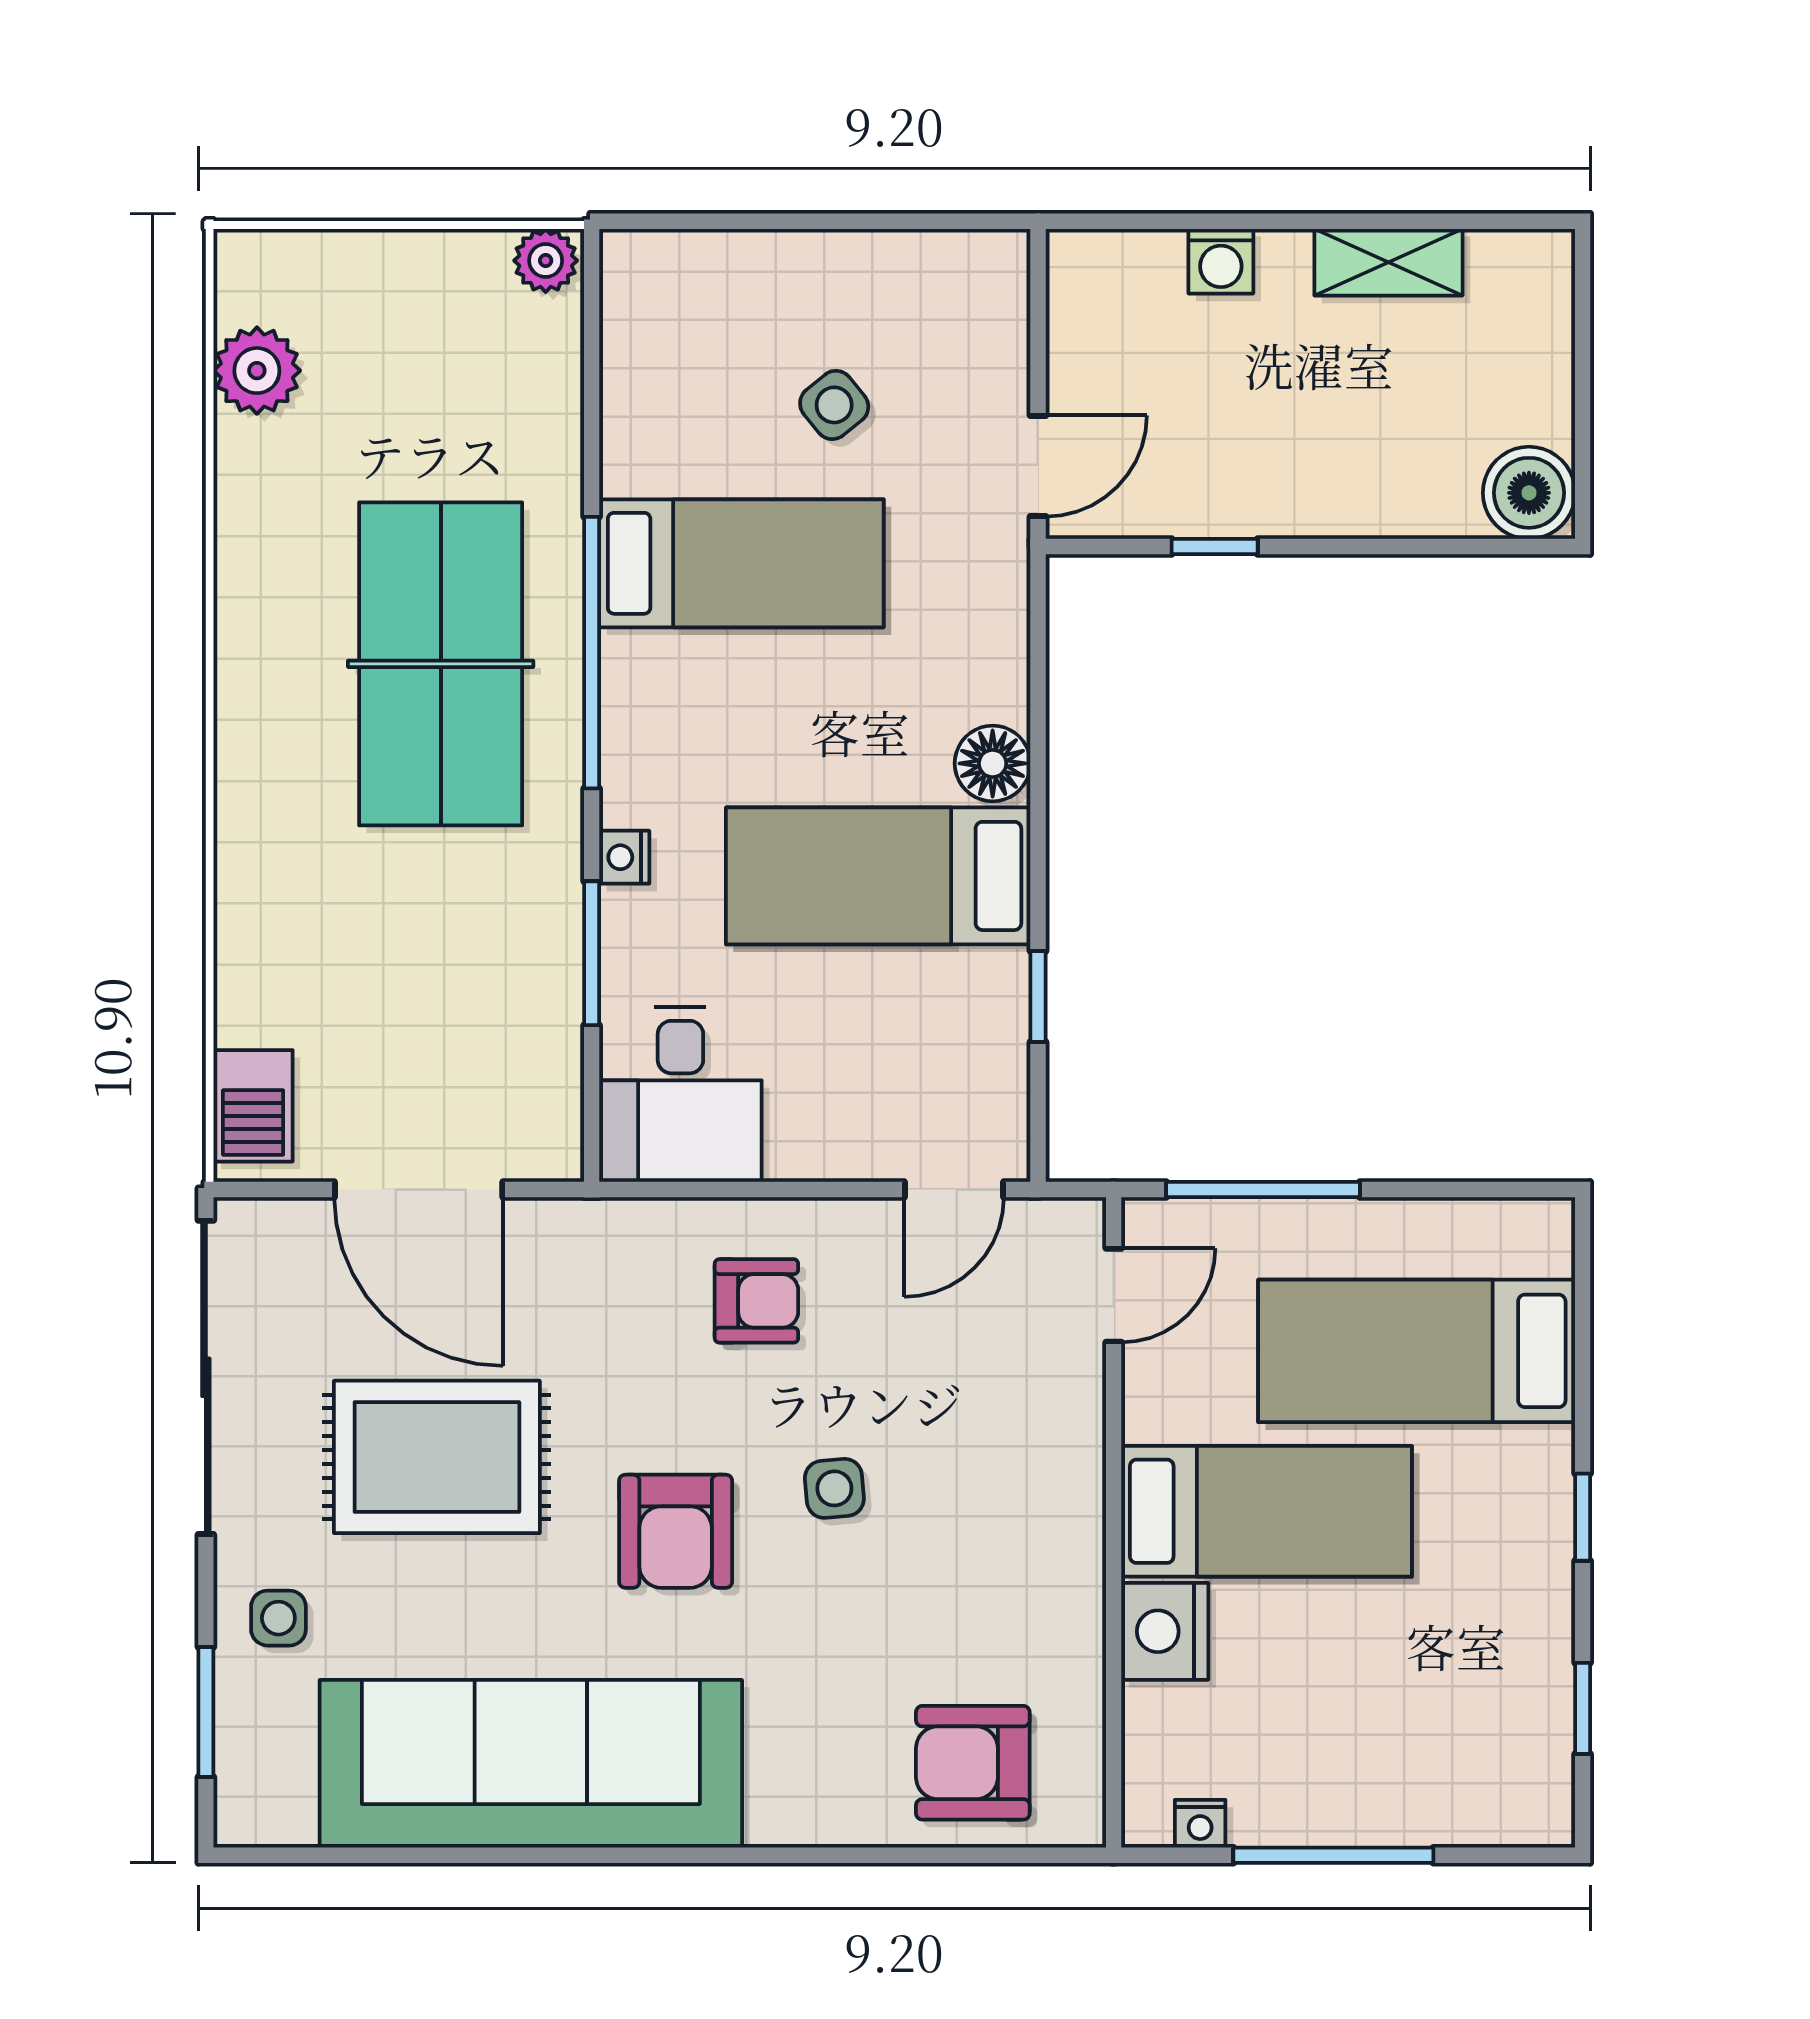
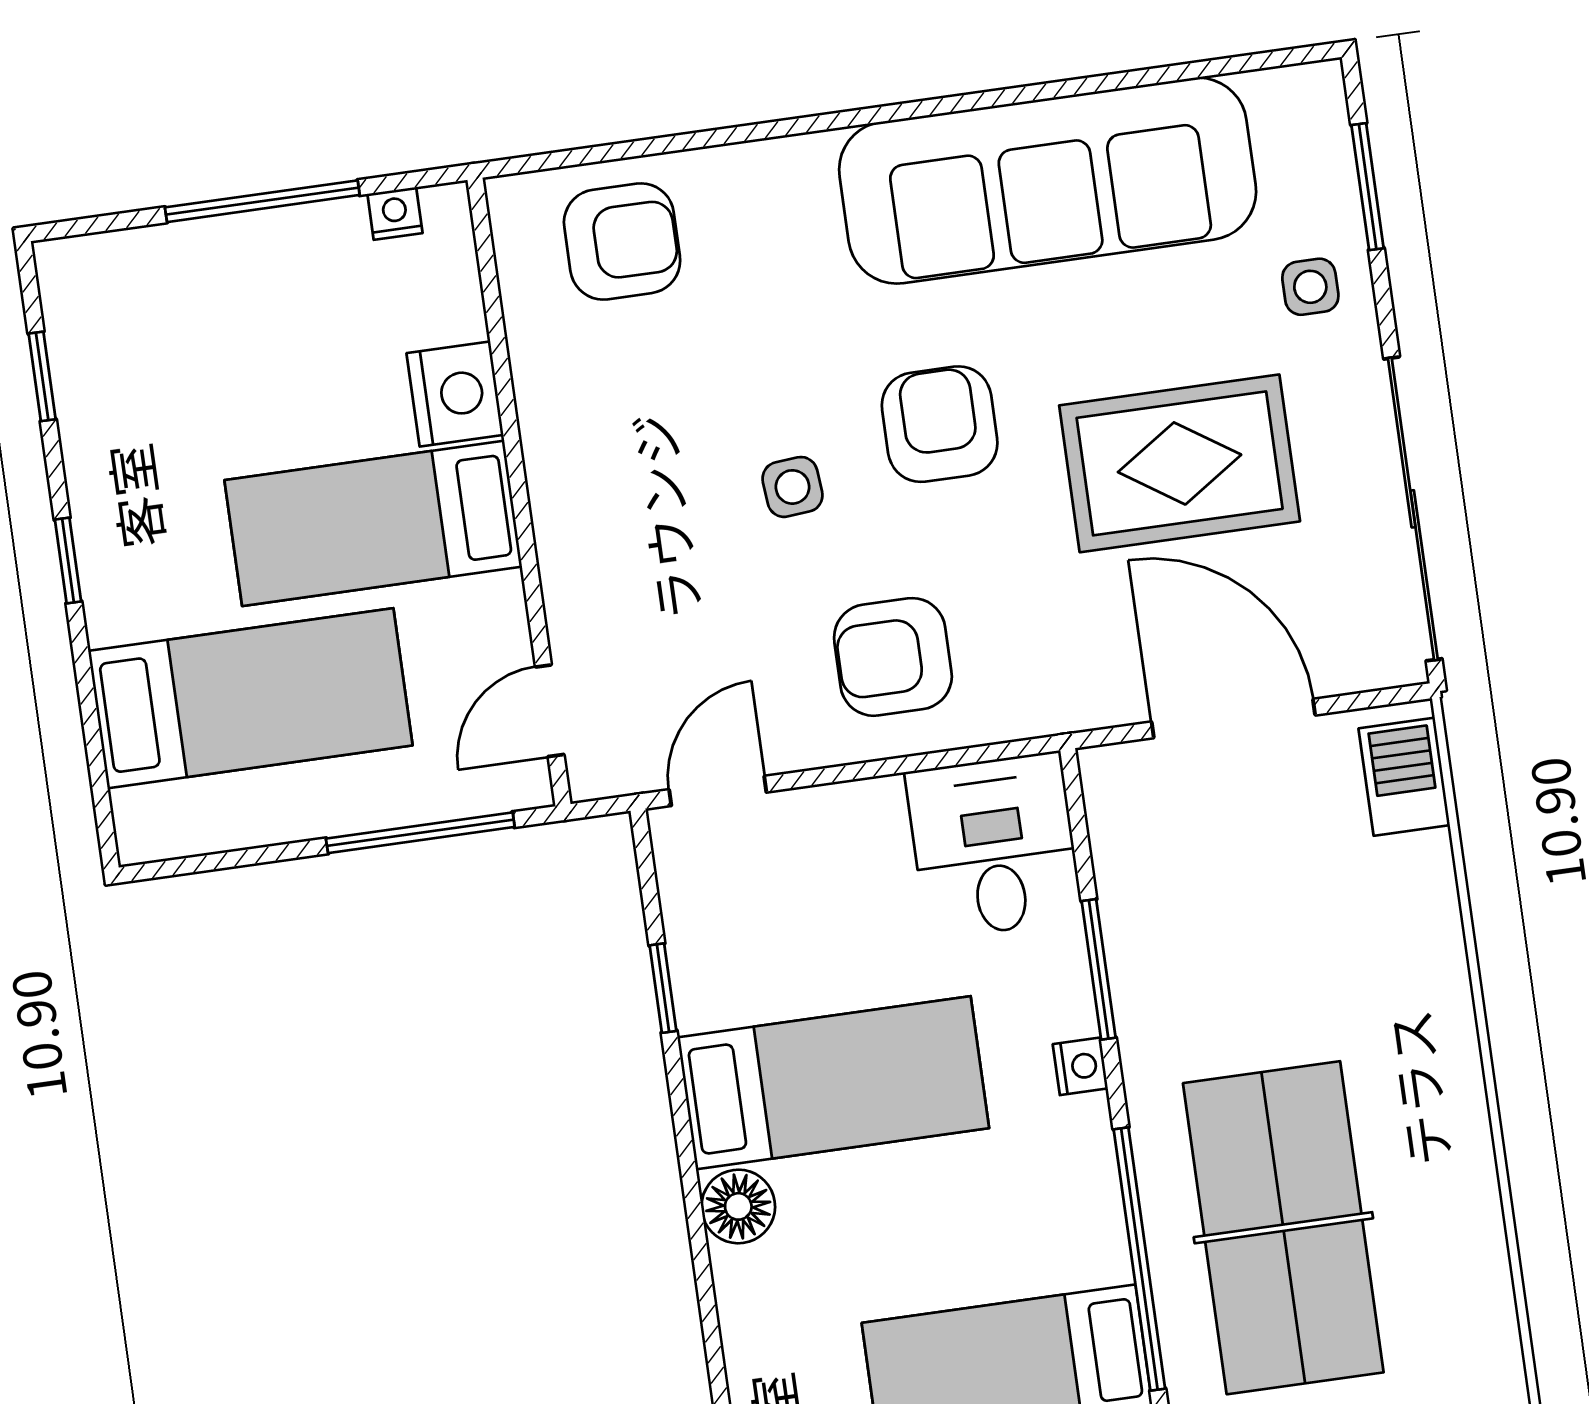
armchair: (756, 1301) -> (893, 657), width x1.38, depth x1.38

